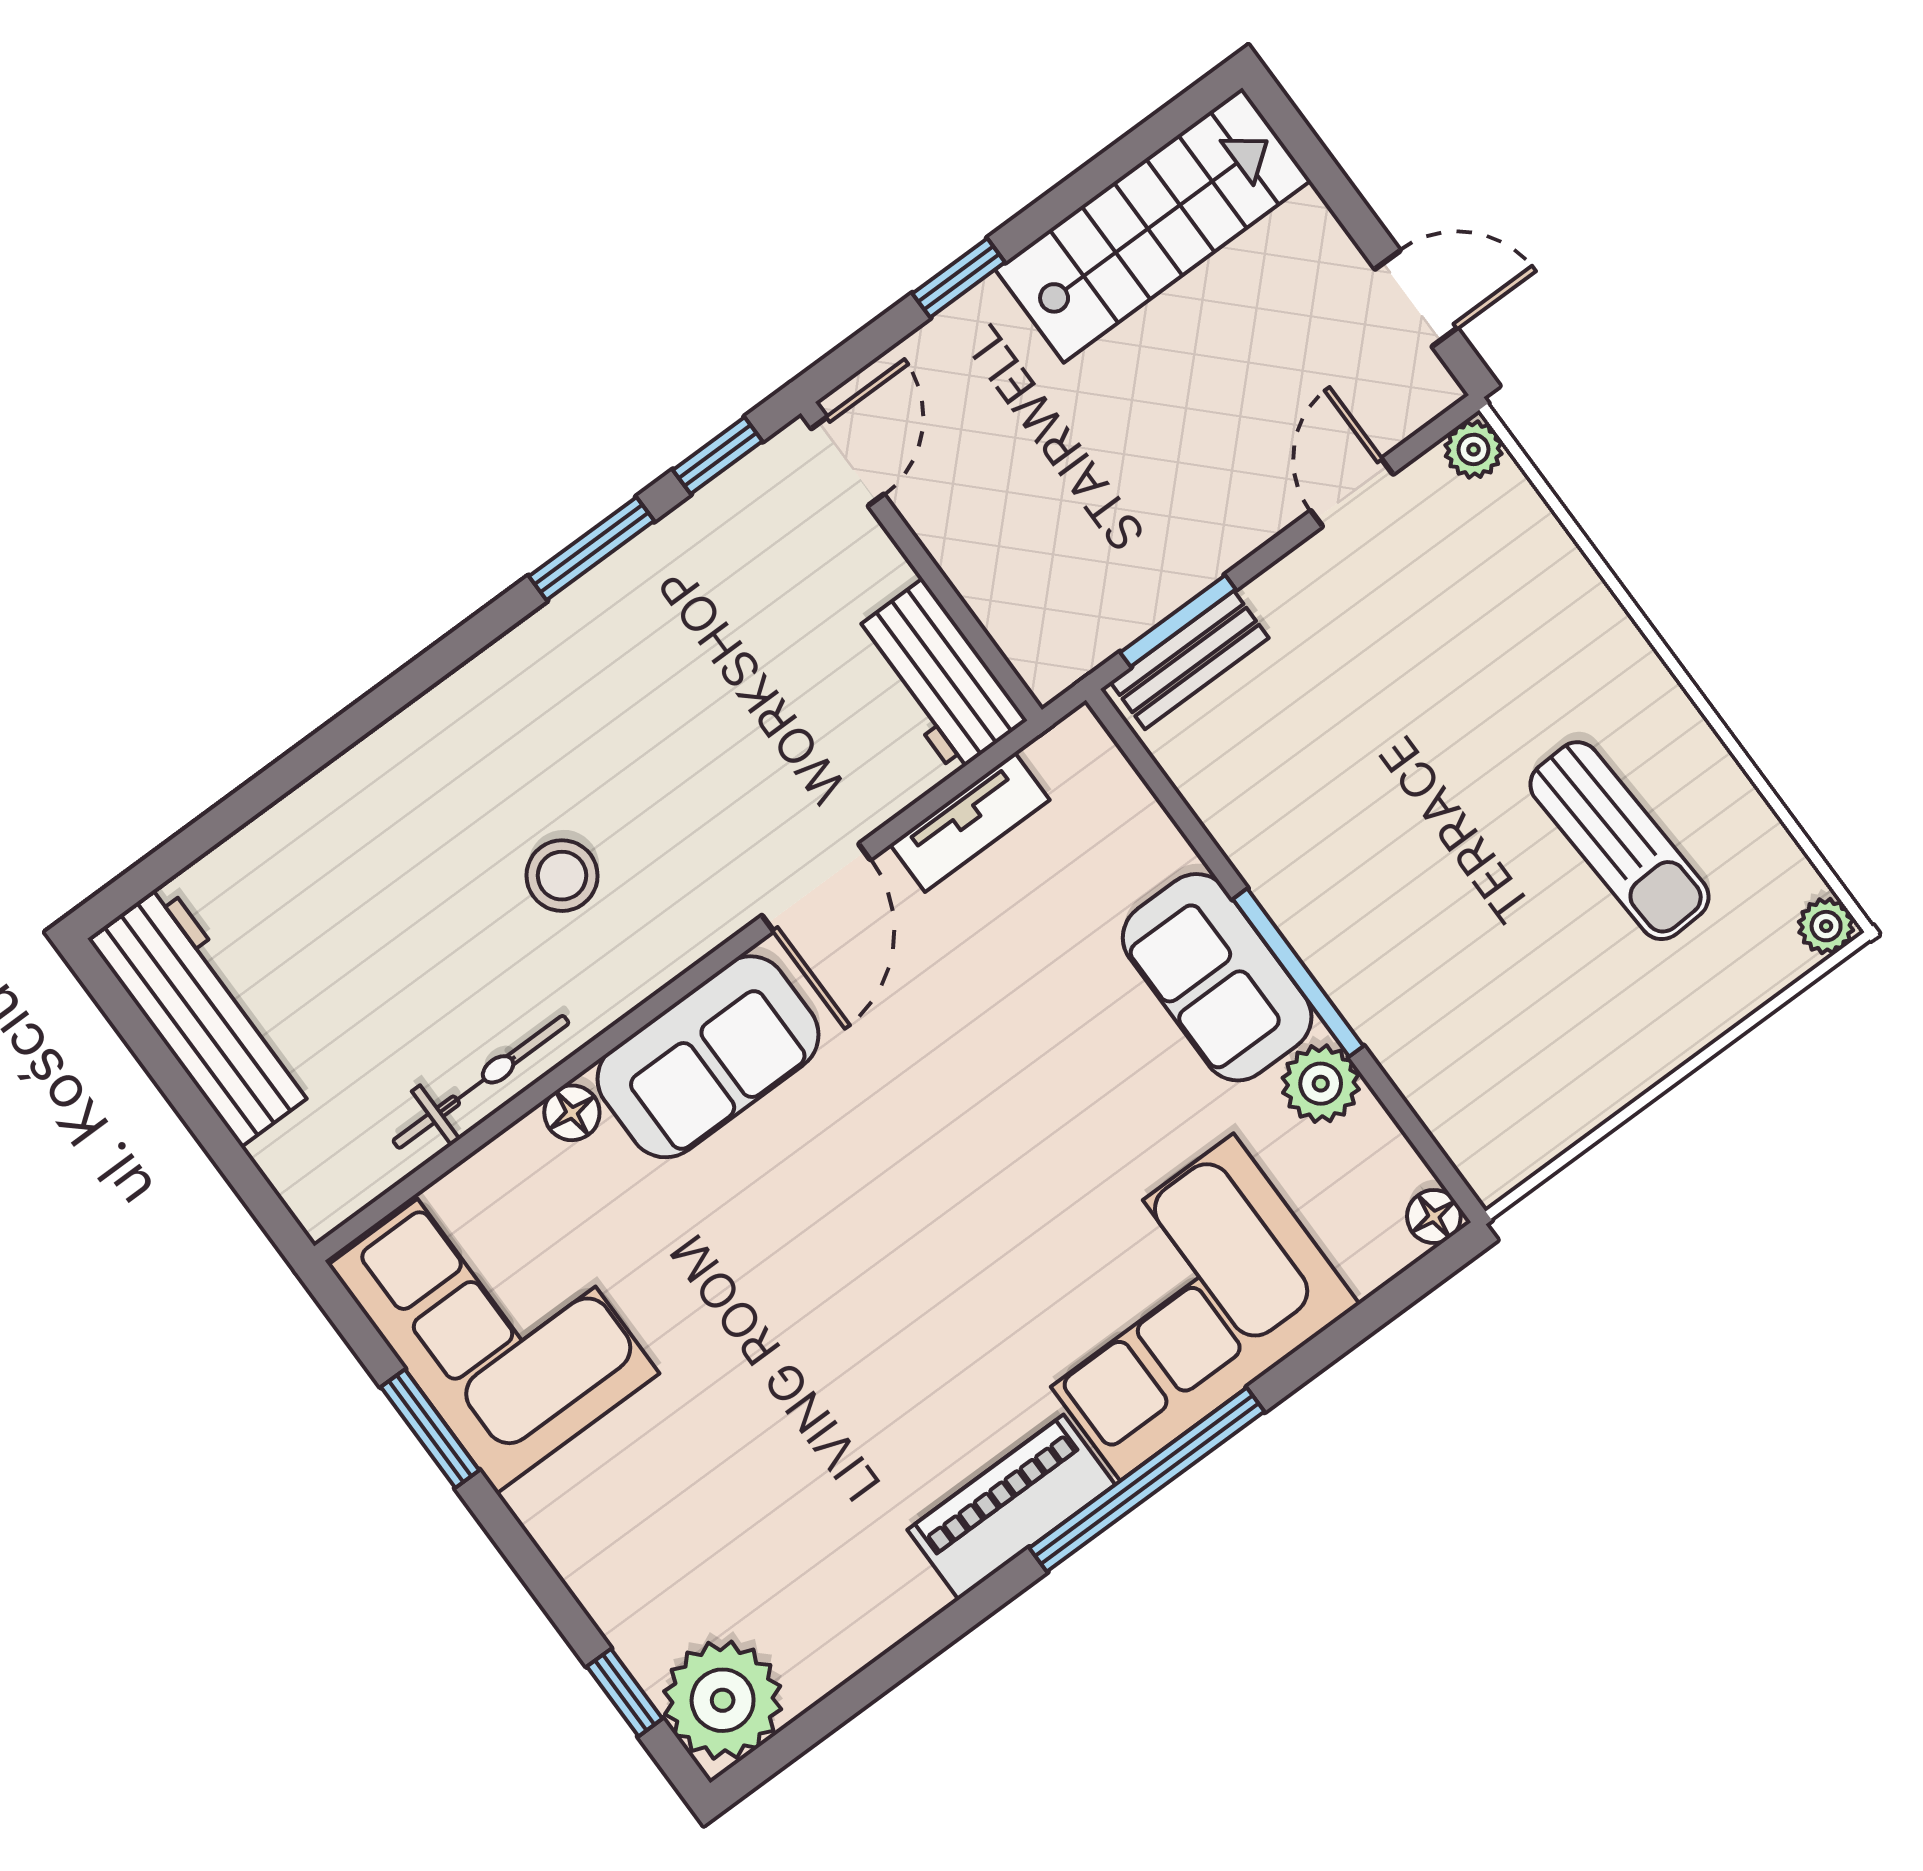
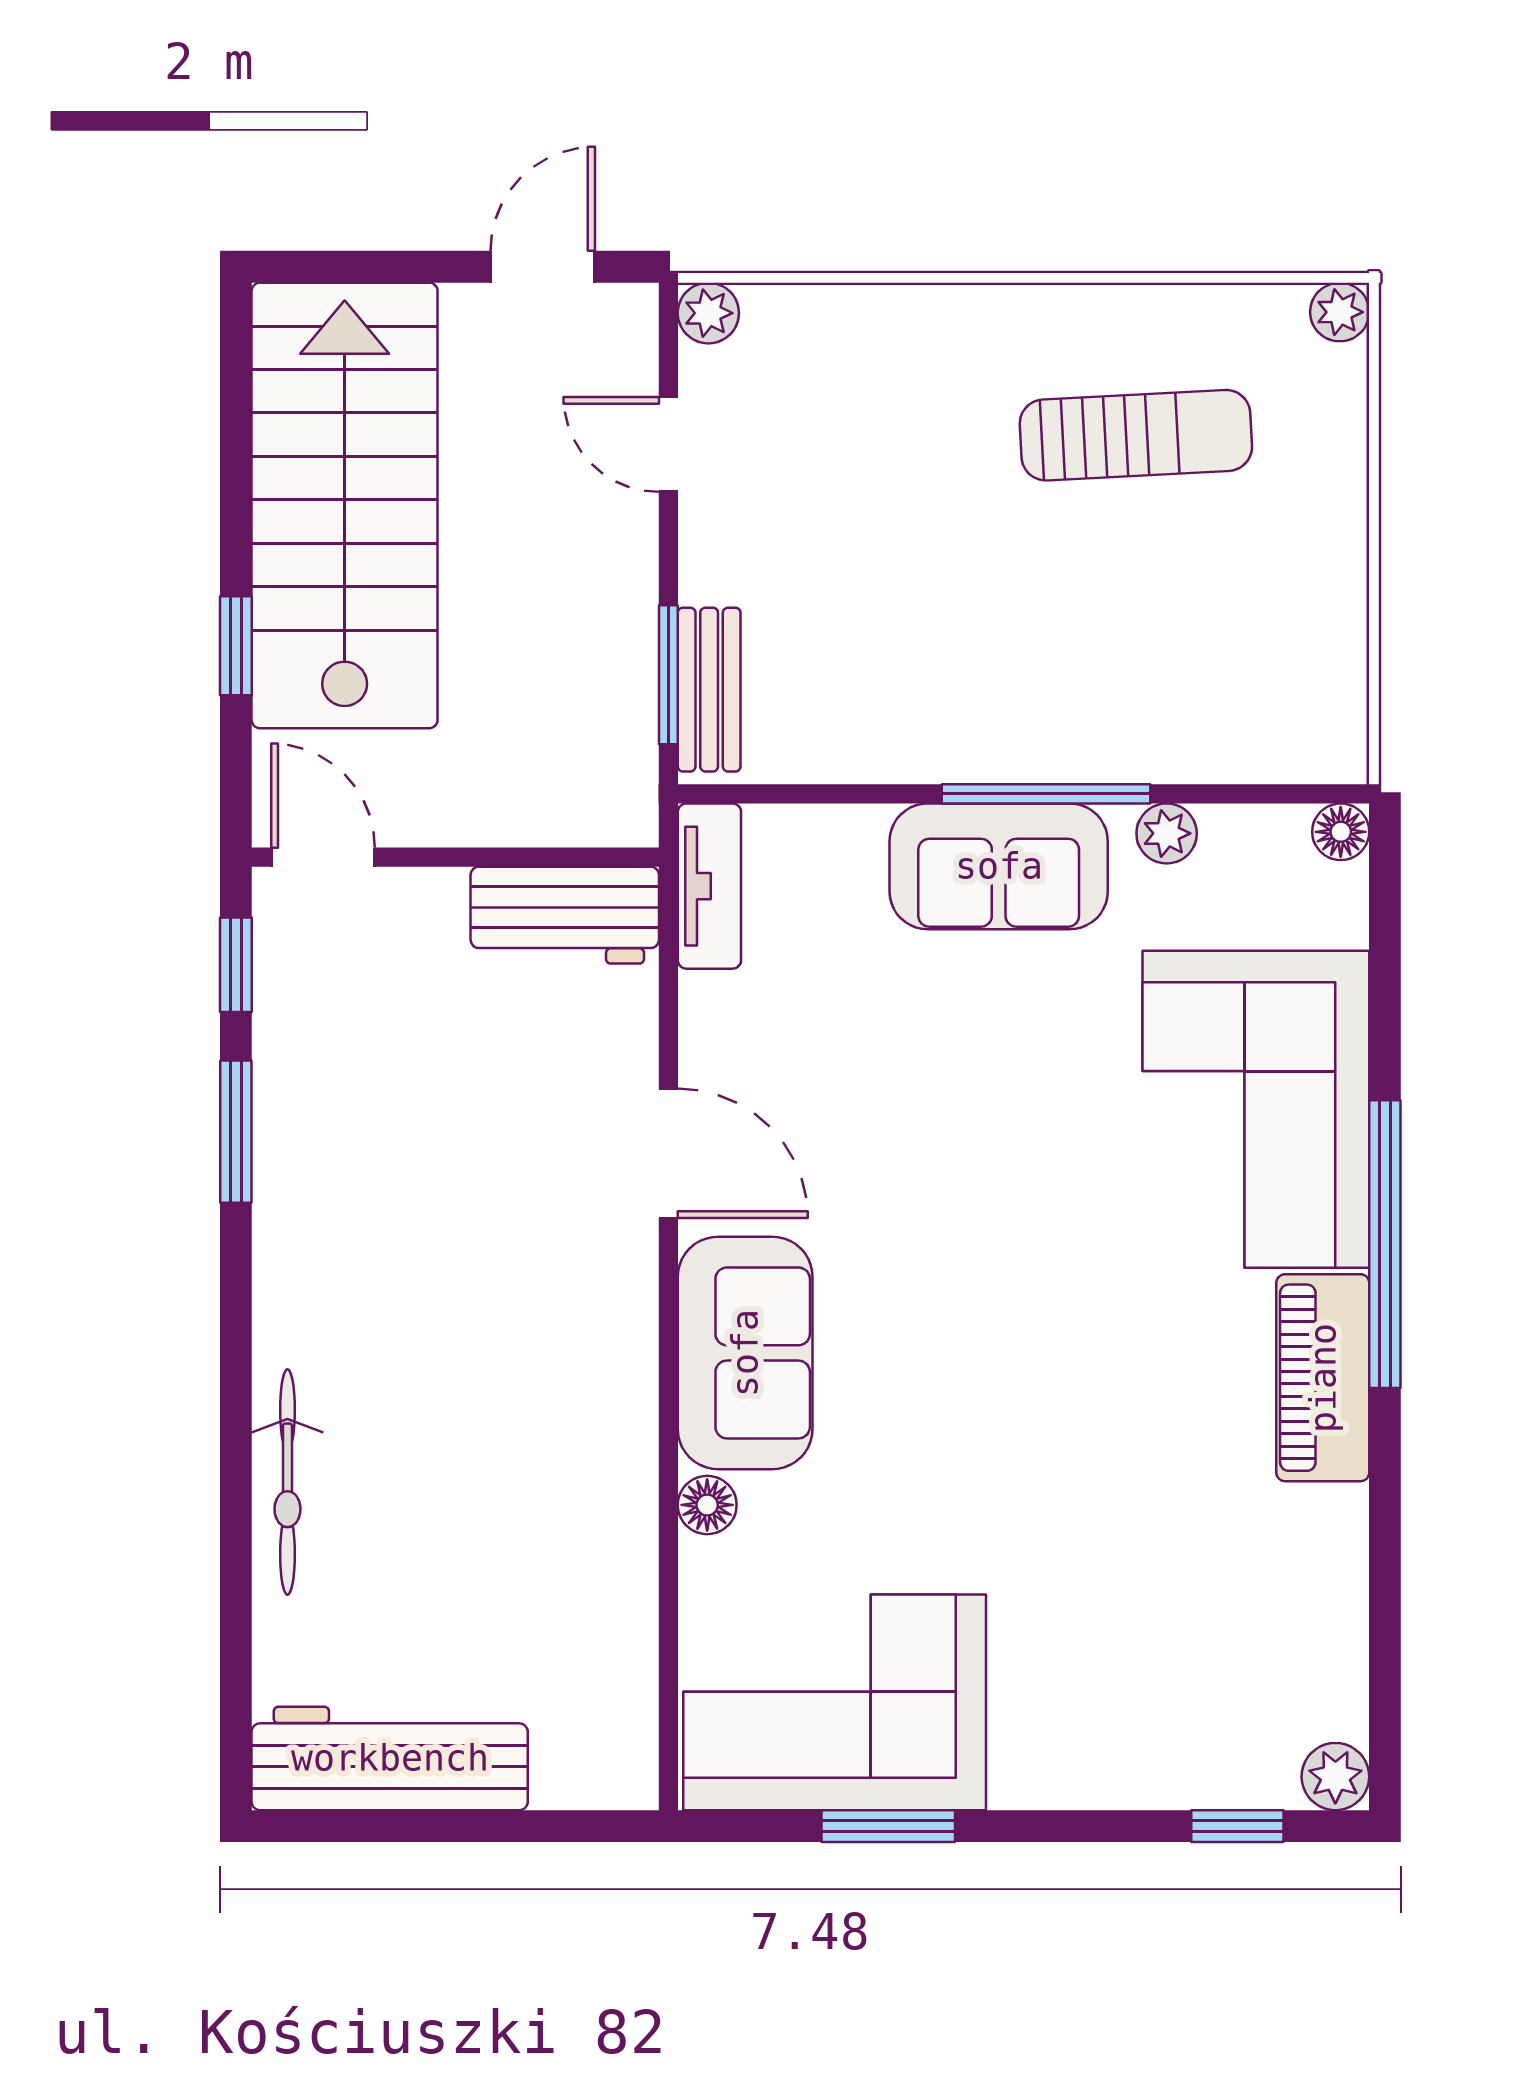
stairs: (1153, 225) -> (345, 505), width x1.36, depth x1.51
tv unit: (970, 822) -> (709, 886), moved
stool: (562, 876) -> (498, 1364), removed
bicycle: (481, 1082) -> (287, 1482), moved, turned 180
plant: (1321, 1084) -> (1167, 833), width x0.73, depth x0.73
plant: (723, 1700) -> (1335, 1777), width x0.53, depth x0.53

